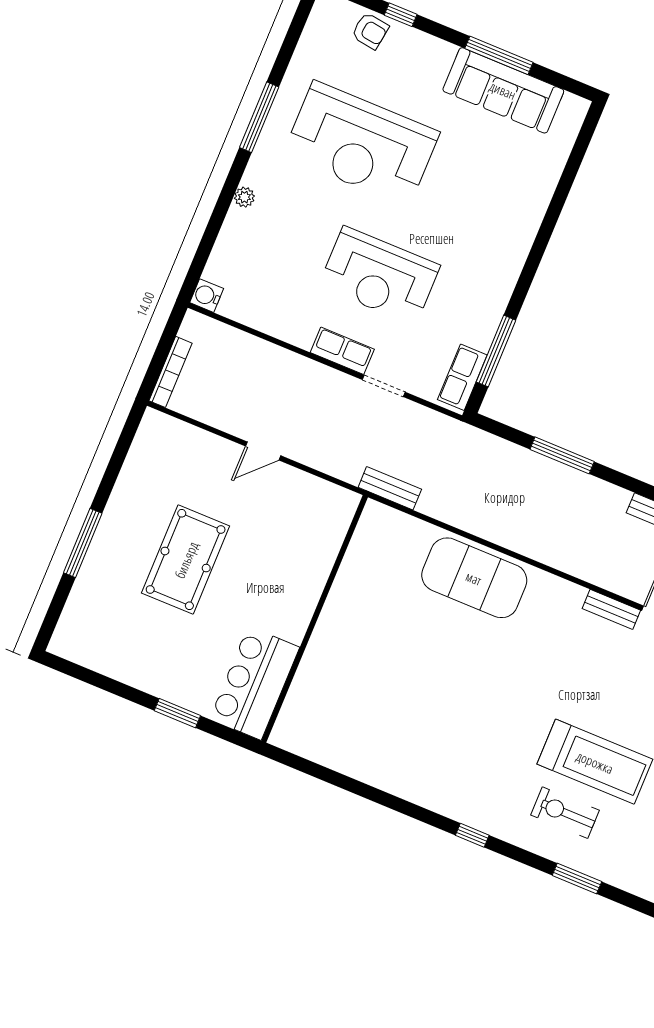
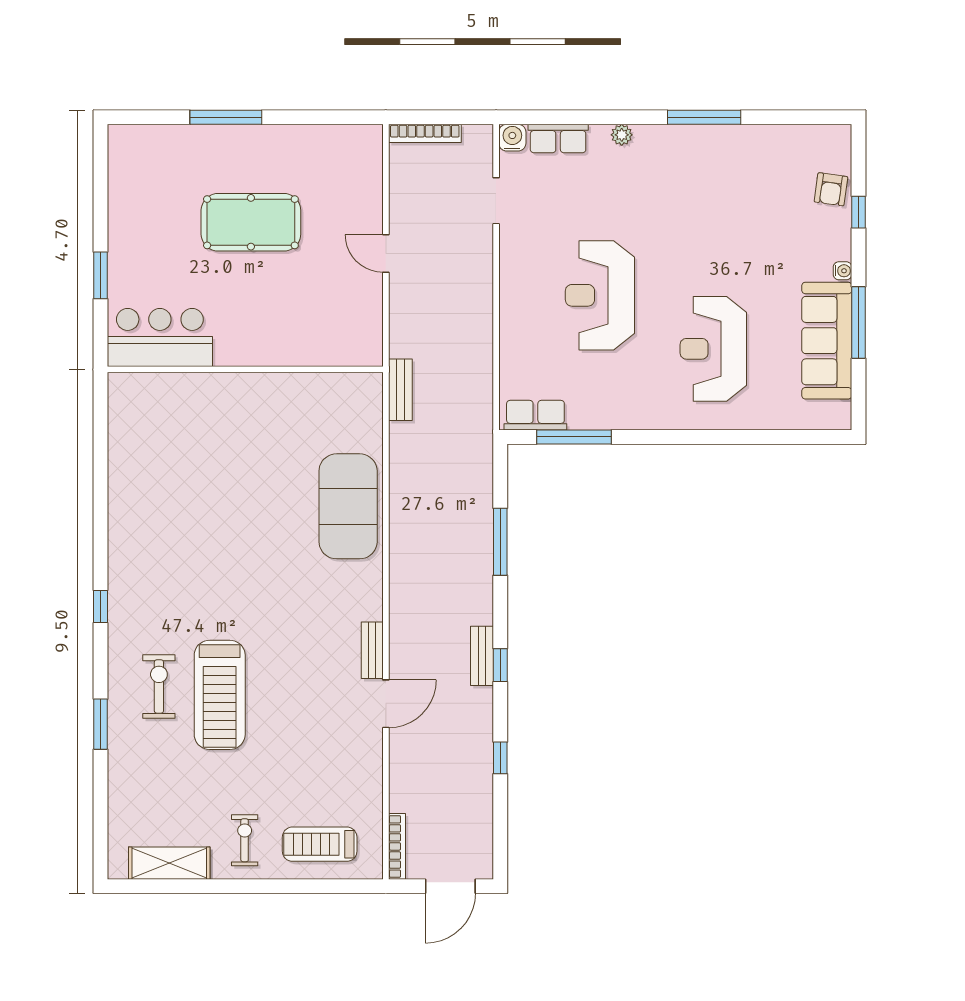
water cooler: (447, 51) -> (843, 271), added
reception desk: (361, 144) -> (713, 349), moved, width x0.74, depth x0.77
row of seats: (342, 351) -> (558, 138), moved, turned 90
doorway: (384, 386) -> (496, 201), moved

